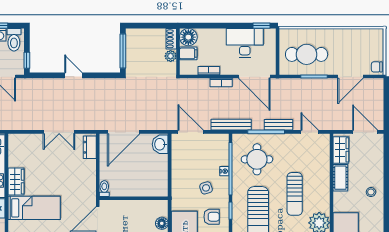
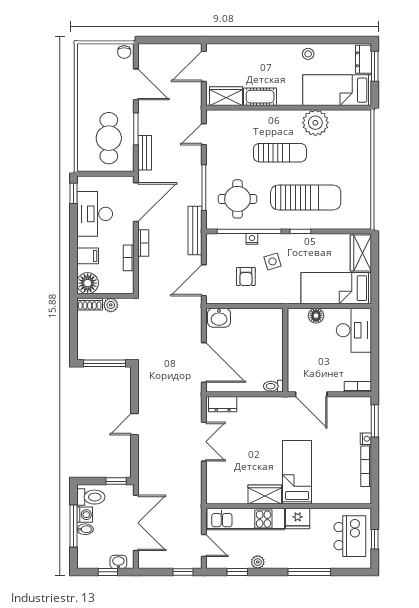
filing cabinet: (188, 53) -> (88, 256), moved, turned 90
bench: (278, 125) -> (145, 153), moved
stool: (371, 192) -> (308, 54), moved
armchair: (212, 217) -> (246, 277), moved, turned 180

